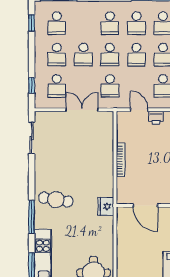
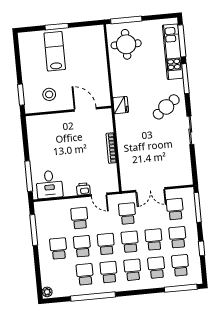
window: (32, 23) -> (202, 248), moved
school desk: (83, 23) -> (156, 268), added
window: (32, 85) -> (198, 207), width x2.17
sliding door: (32, 138) -> (190, 130), moved
cafe table: (56, 200) -> (166, 107), turned -46
window: (32, 217) -> (185, 79), moved

